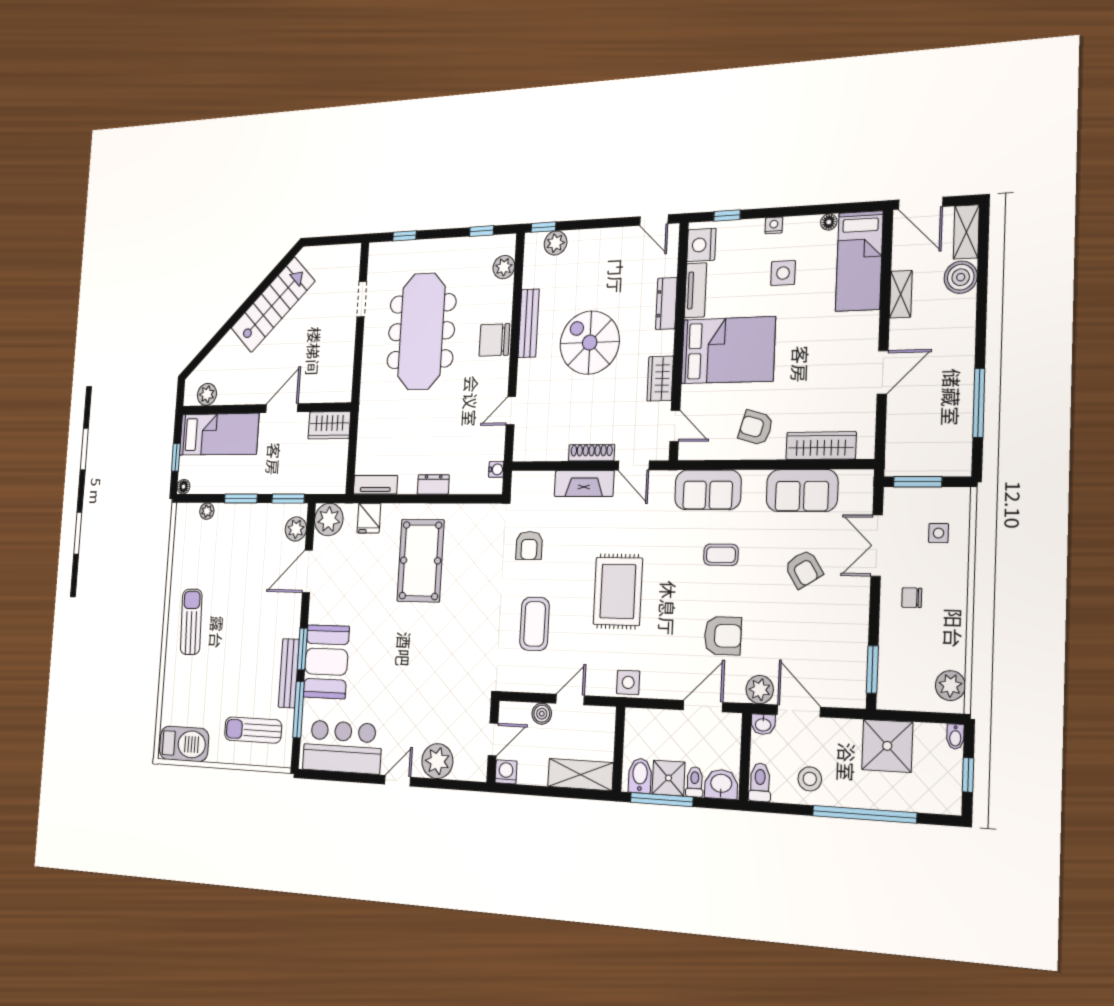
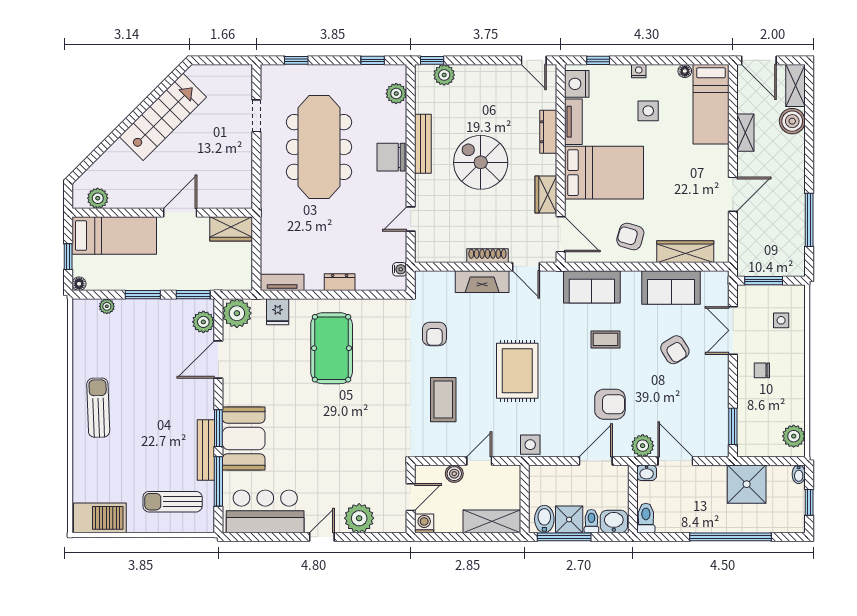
door: (675, 426) -> (561, 234), width x1.38
stool: (810, 779) -> (686, 513), removed

